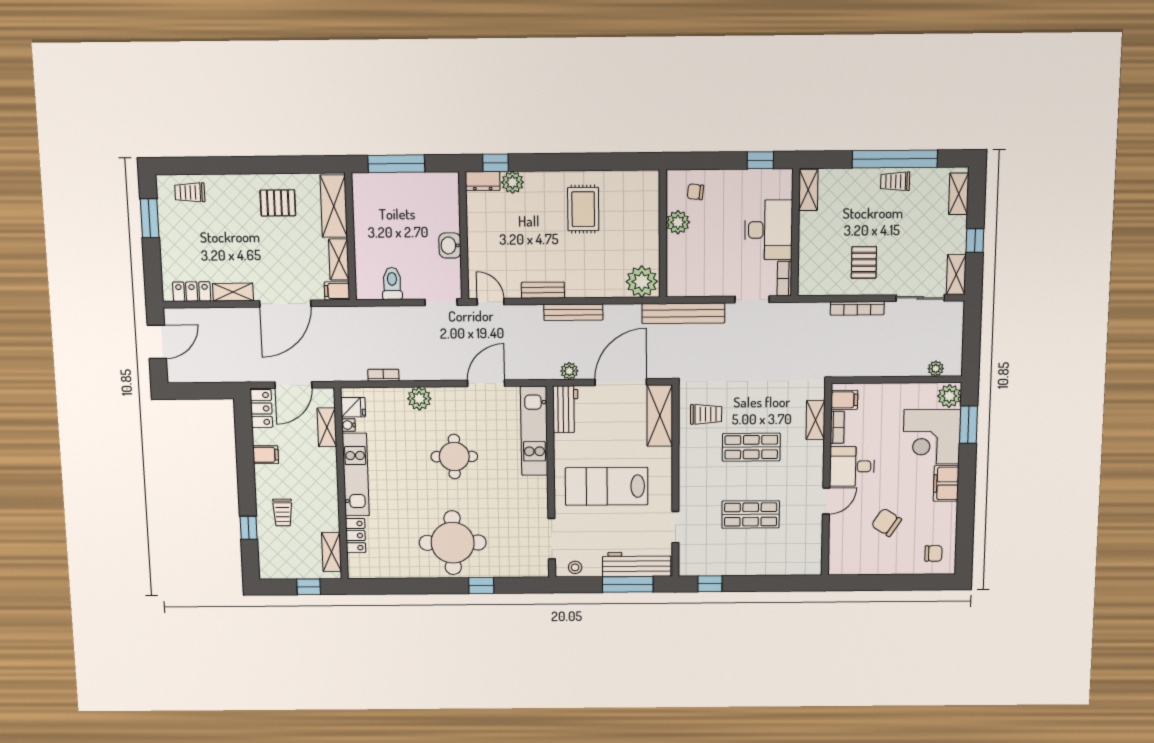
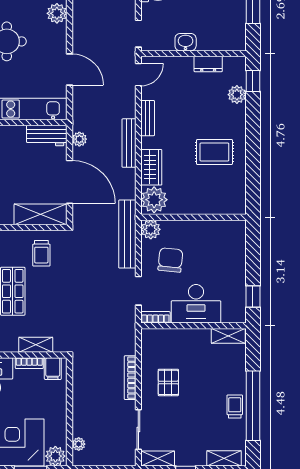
dresser: (483, 181) -> (208, 64), moved, turned -90
chair: (695, 192) -> (170, 260), moved, width x1.87, depth x1.87
plant: (678, 222) -> (151, 229), moved
pallet: (864, 262) -> (168, 382), turned 90
wardrobe: (602, 285) -> (151, 167), added

